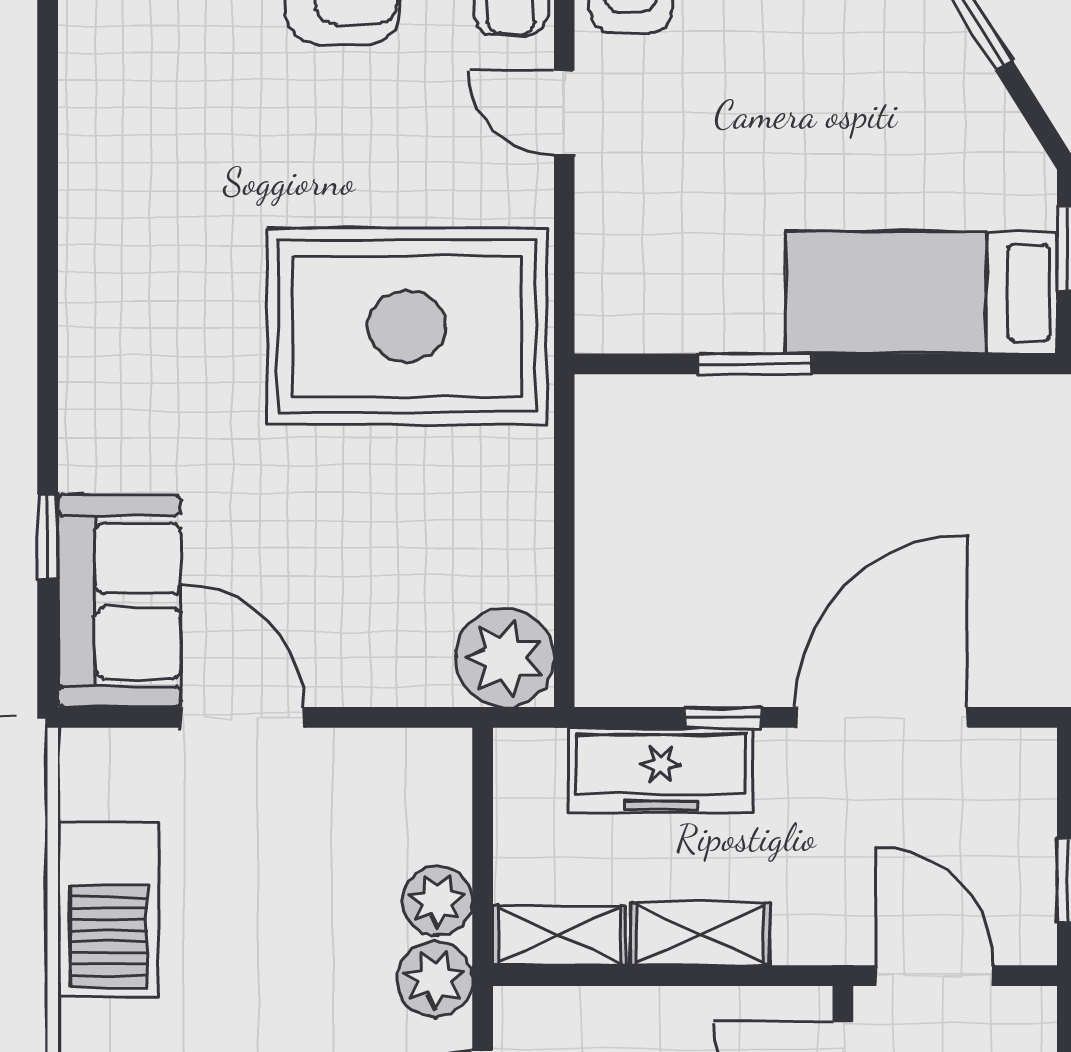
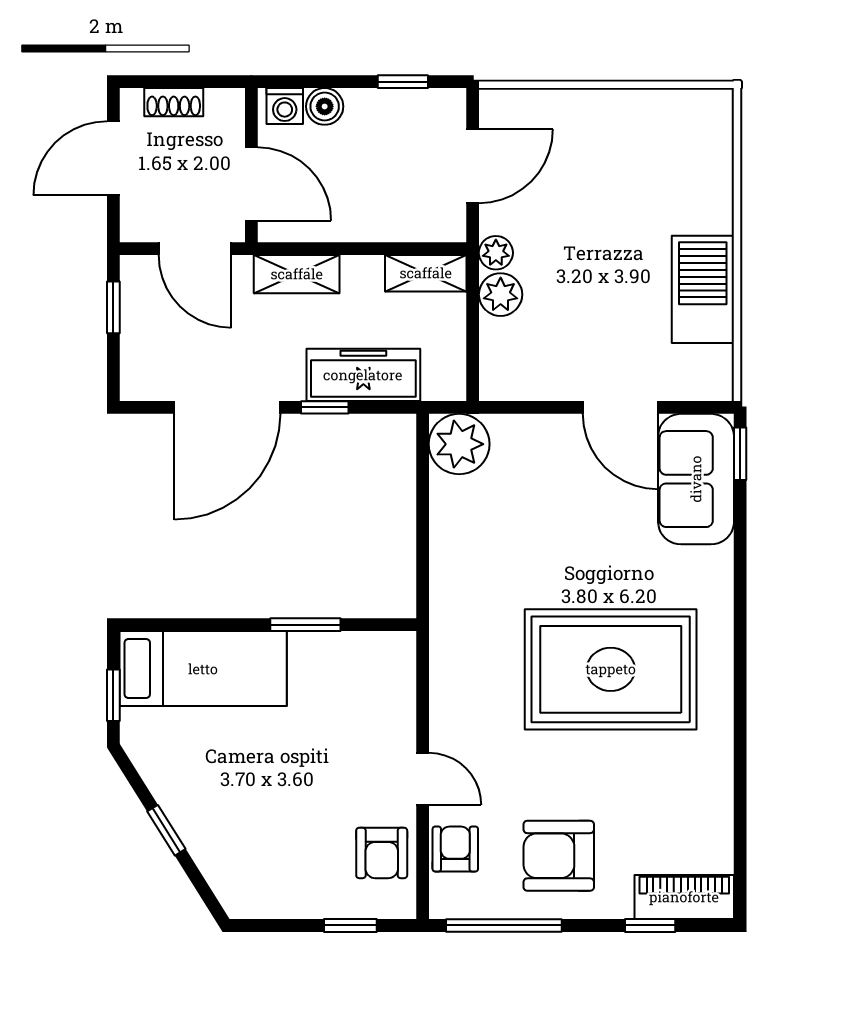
rug: (407, 326) -> (611, 669), moved
window: (48, 537) -> (740, 454), moved
shelving: (700, 934) -> (297, 274), moved
plant: (435, 979) -> (496, 253), width x0.73, depth x0.73

